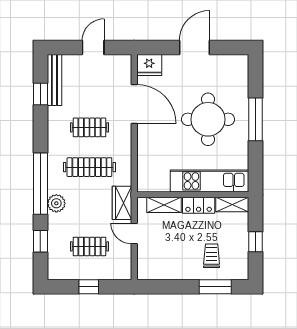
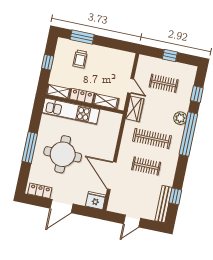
locker: (229, 62) -> (40, 191), added

